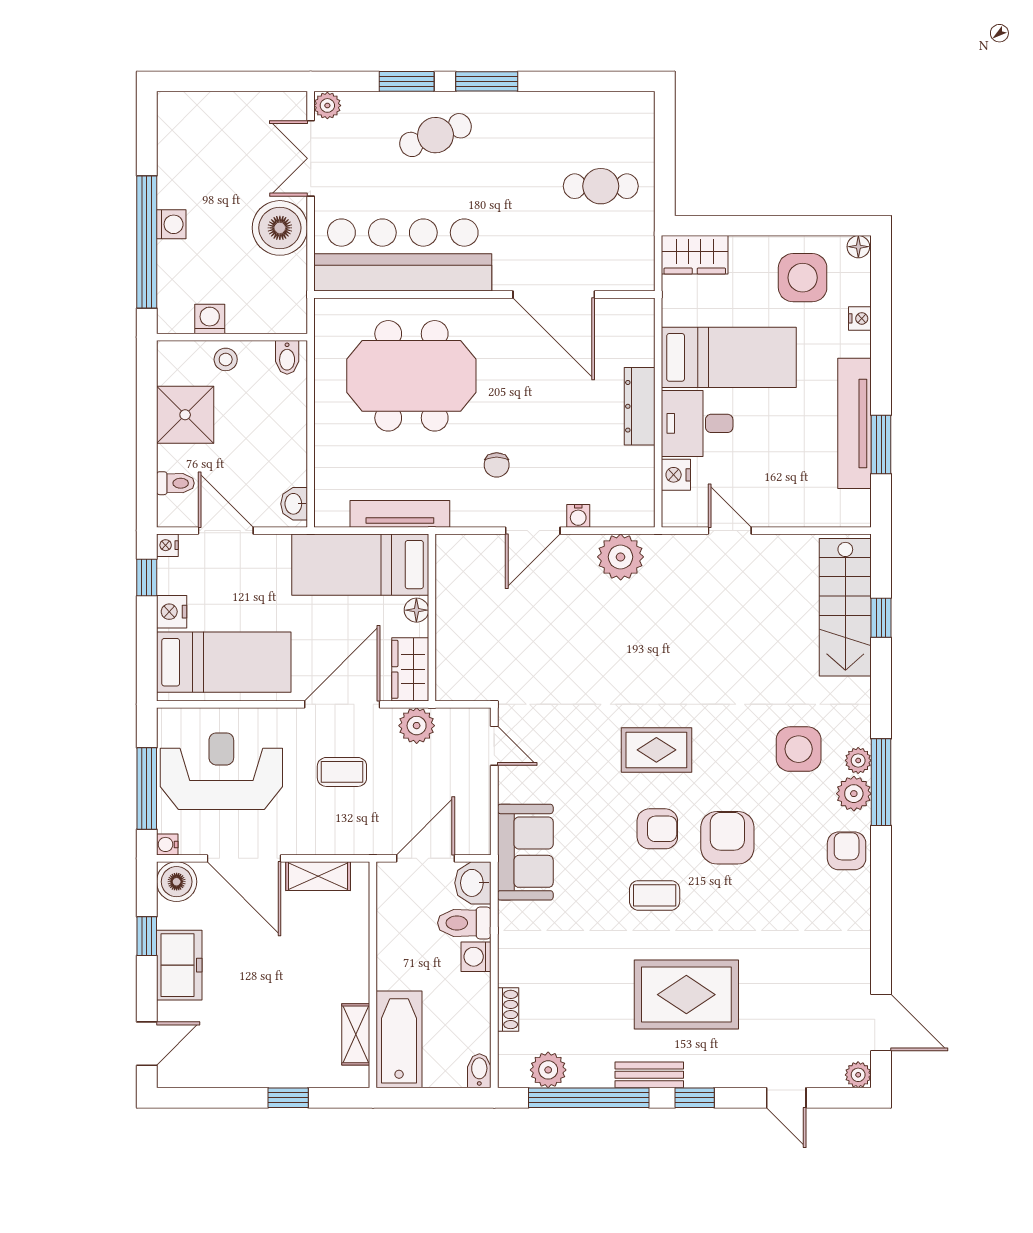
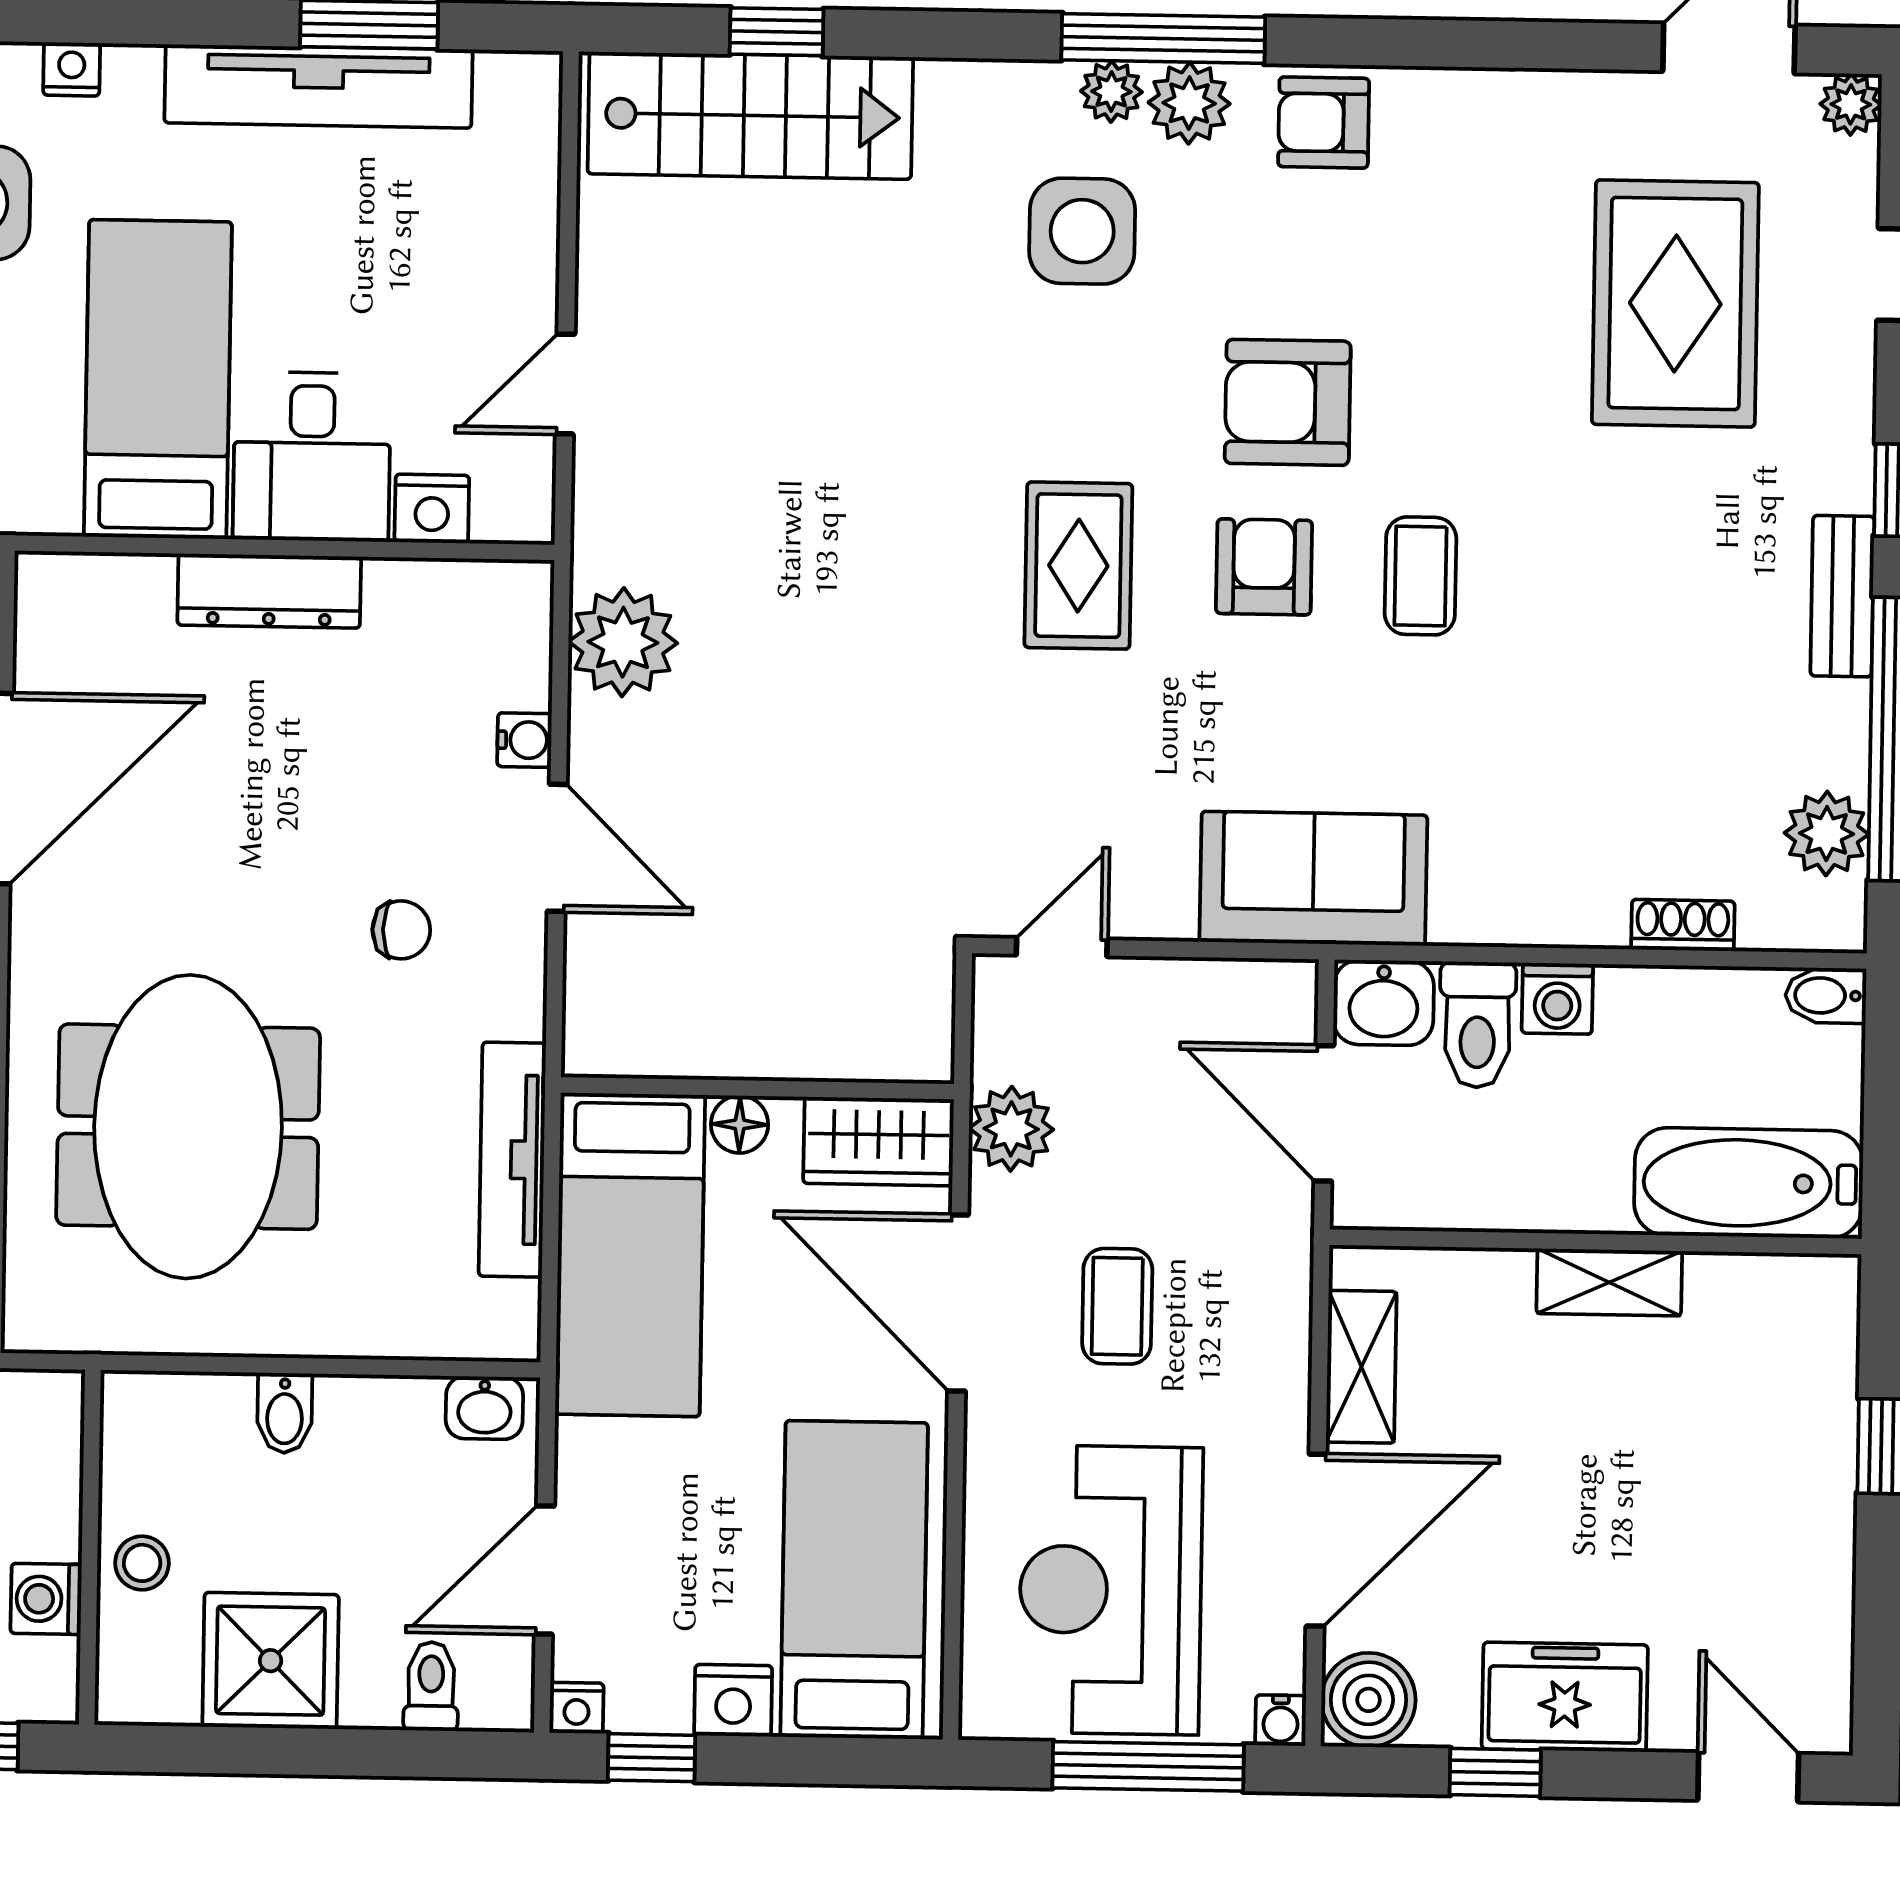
bidet: (287, 357) -> (285, 1413), moved, turned 90
rug: (686, 995) -> (1675, 303), moved
shelving: (356, 1034) -> (1609, 1282), moved

